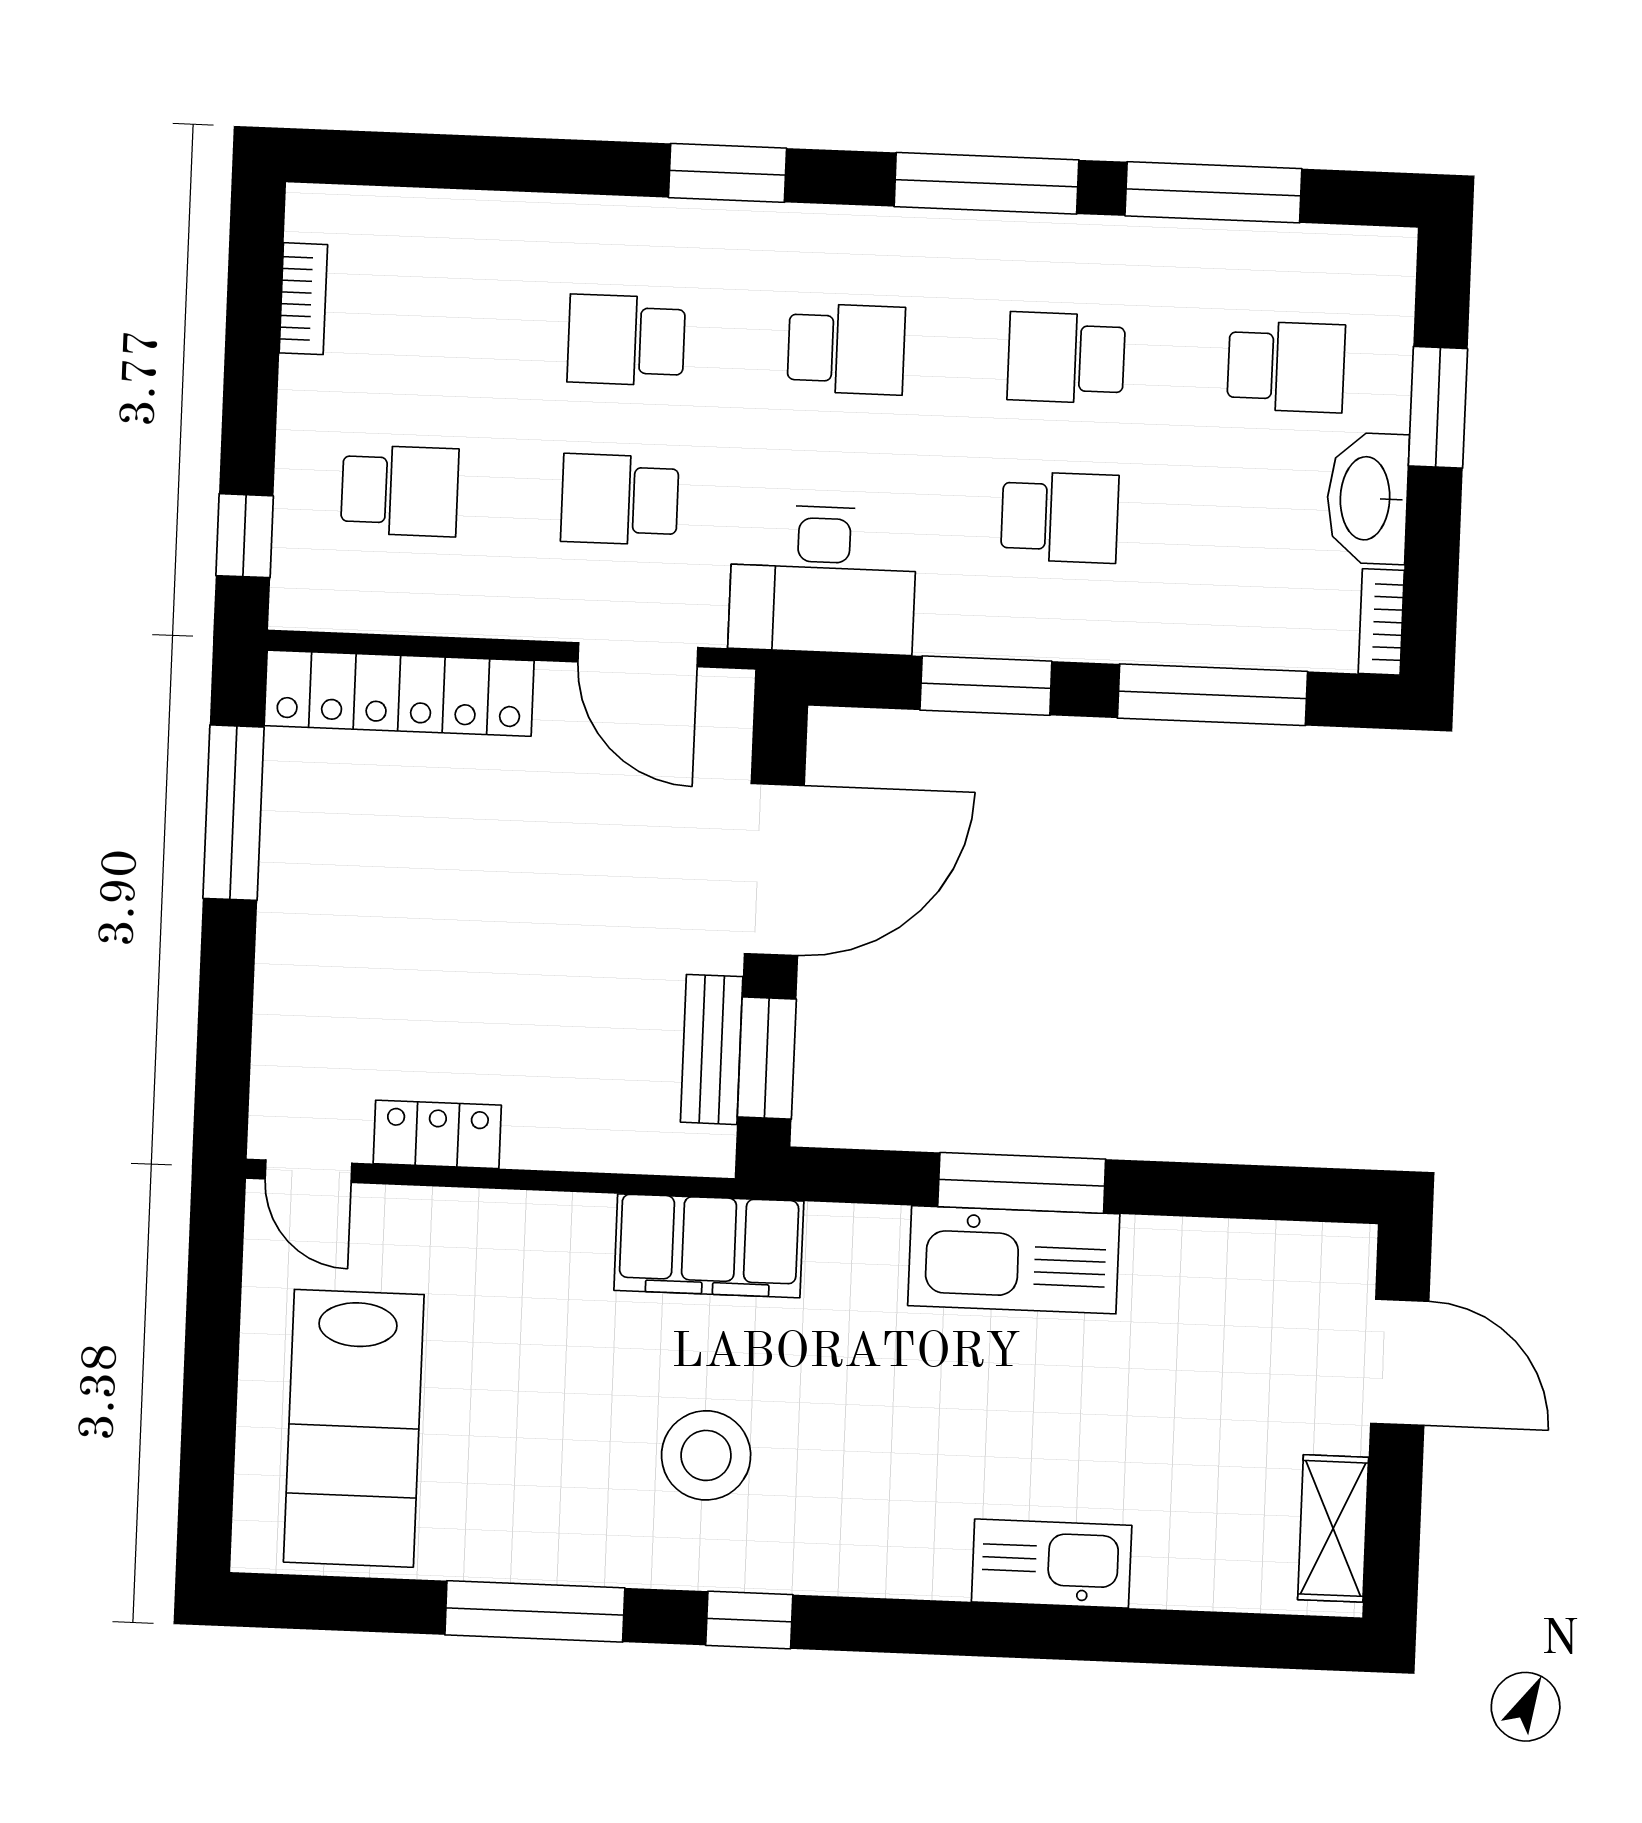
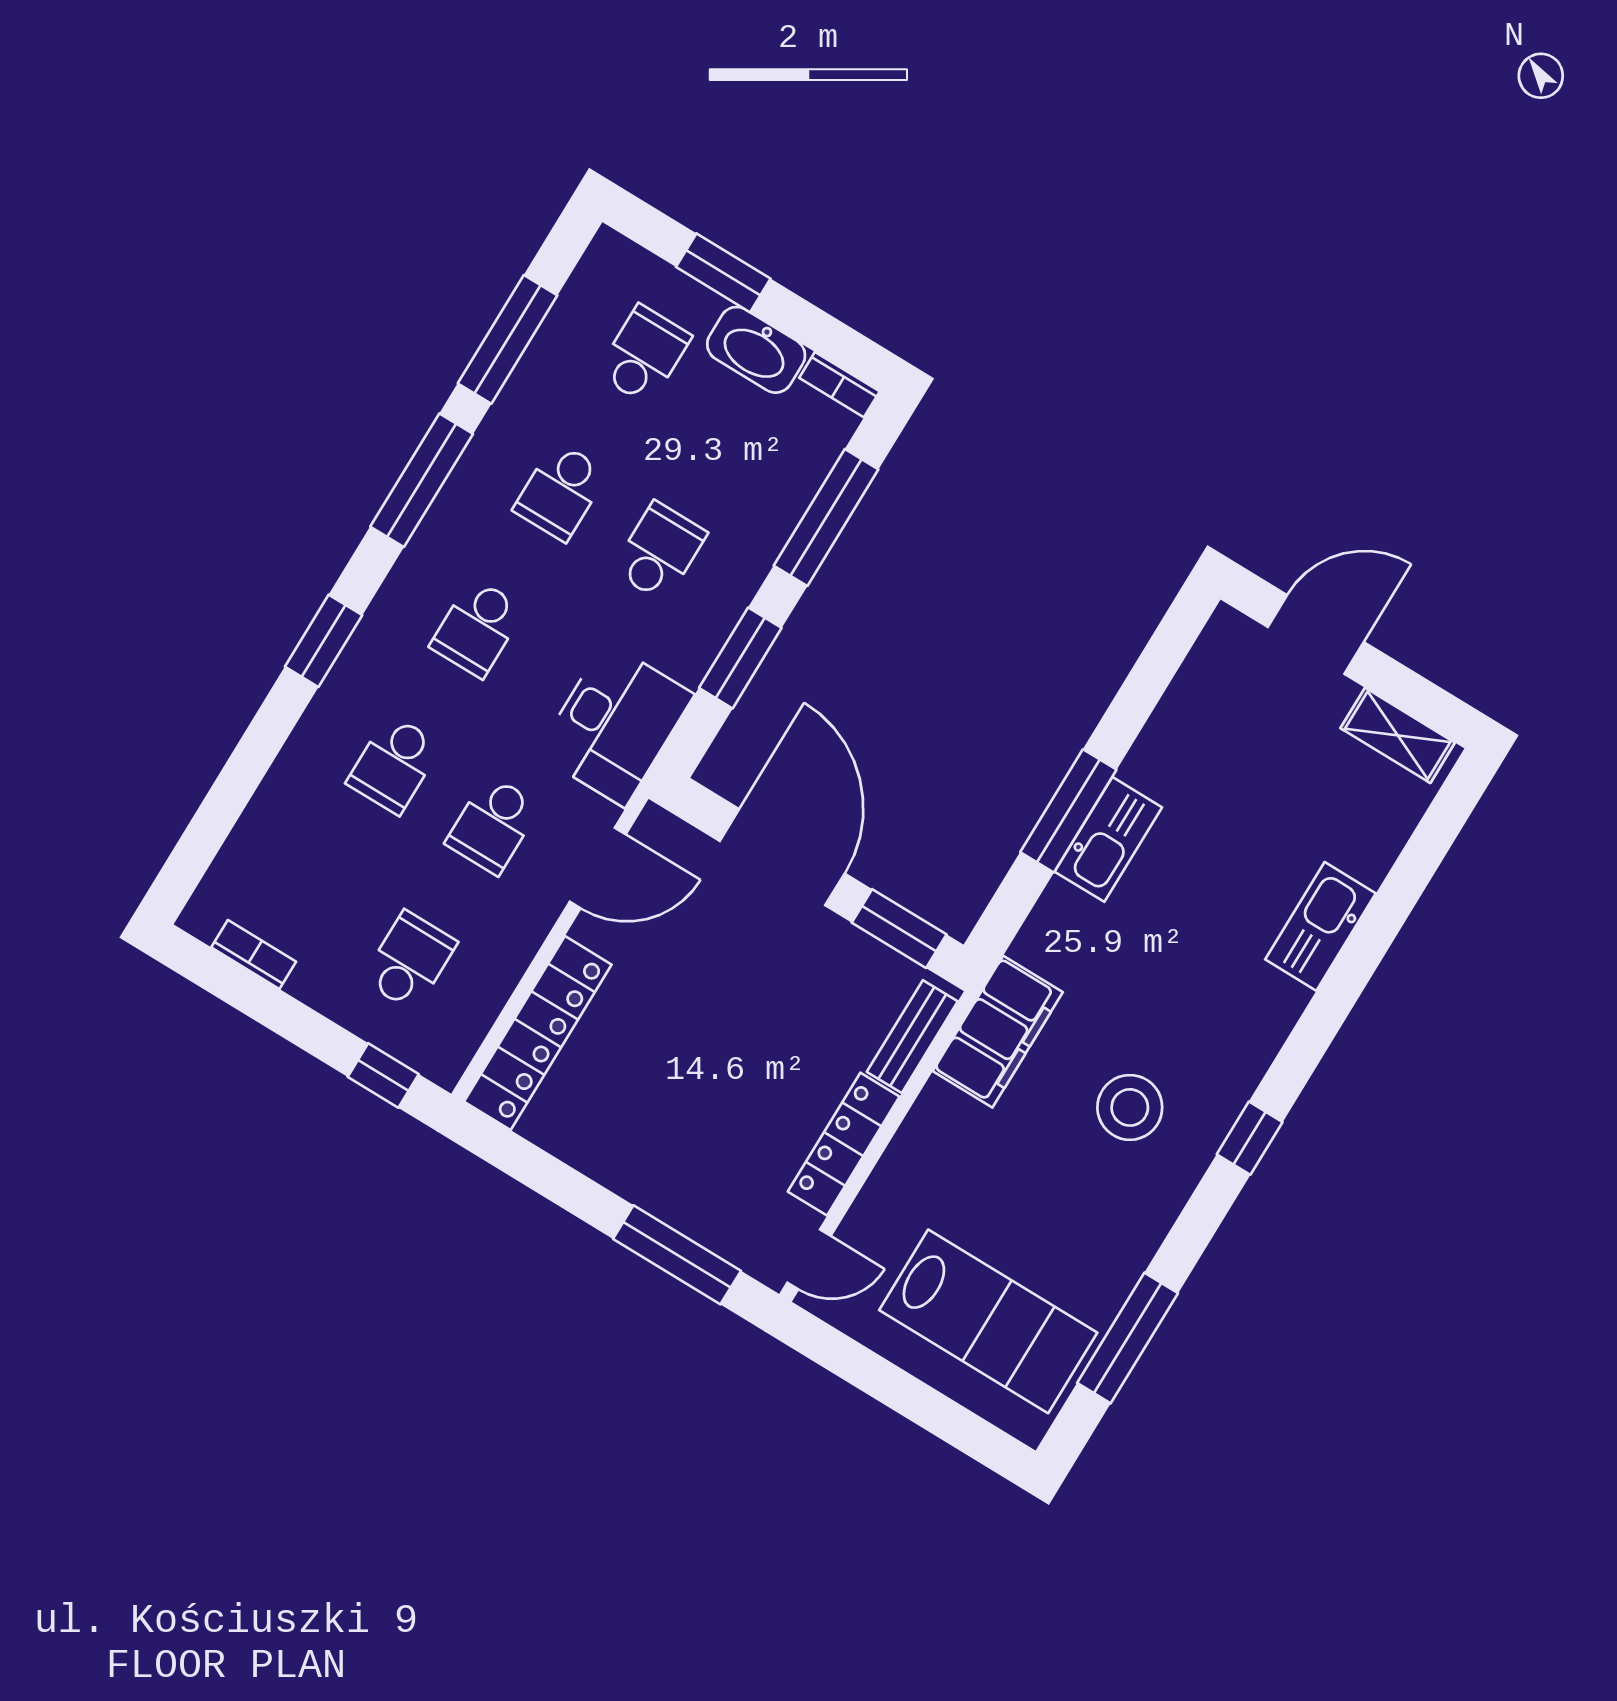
school desk: (846, 349) -> (477, 628), turned 180
window: (233, 813) -> (677, 1255), moved
bench: (712, 1049) -> (912, 1037), moved, turned 90
locker: (437, 1134) -> (844, 1144), width x1.53
kitchen sink: (1014, 1260) -> (1108, 839), width x0.73, depth x0.81
window: (535, 1611) -> (1128, 1338), moved

